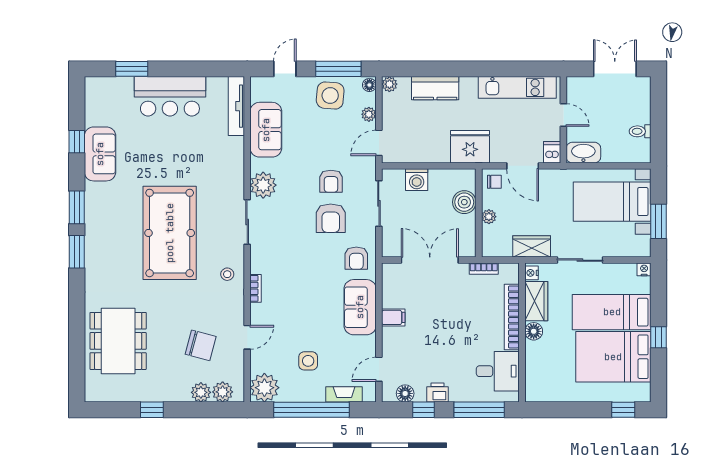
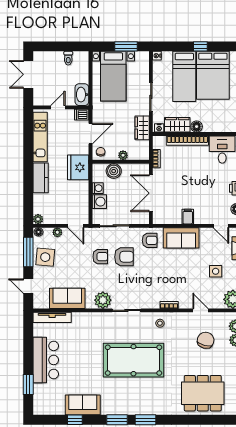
kitchen counter: (435, 88) -> (41, 178), moved
washing machine: (438, 177) -> (98, 188), added

